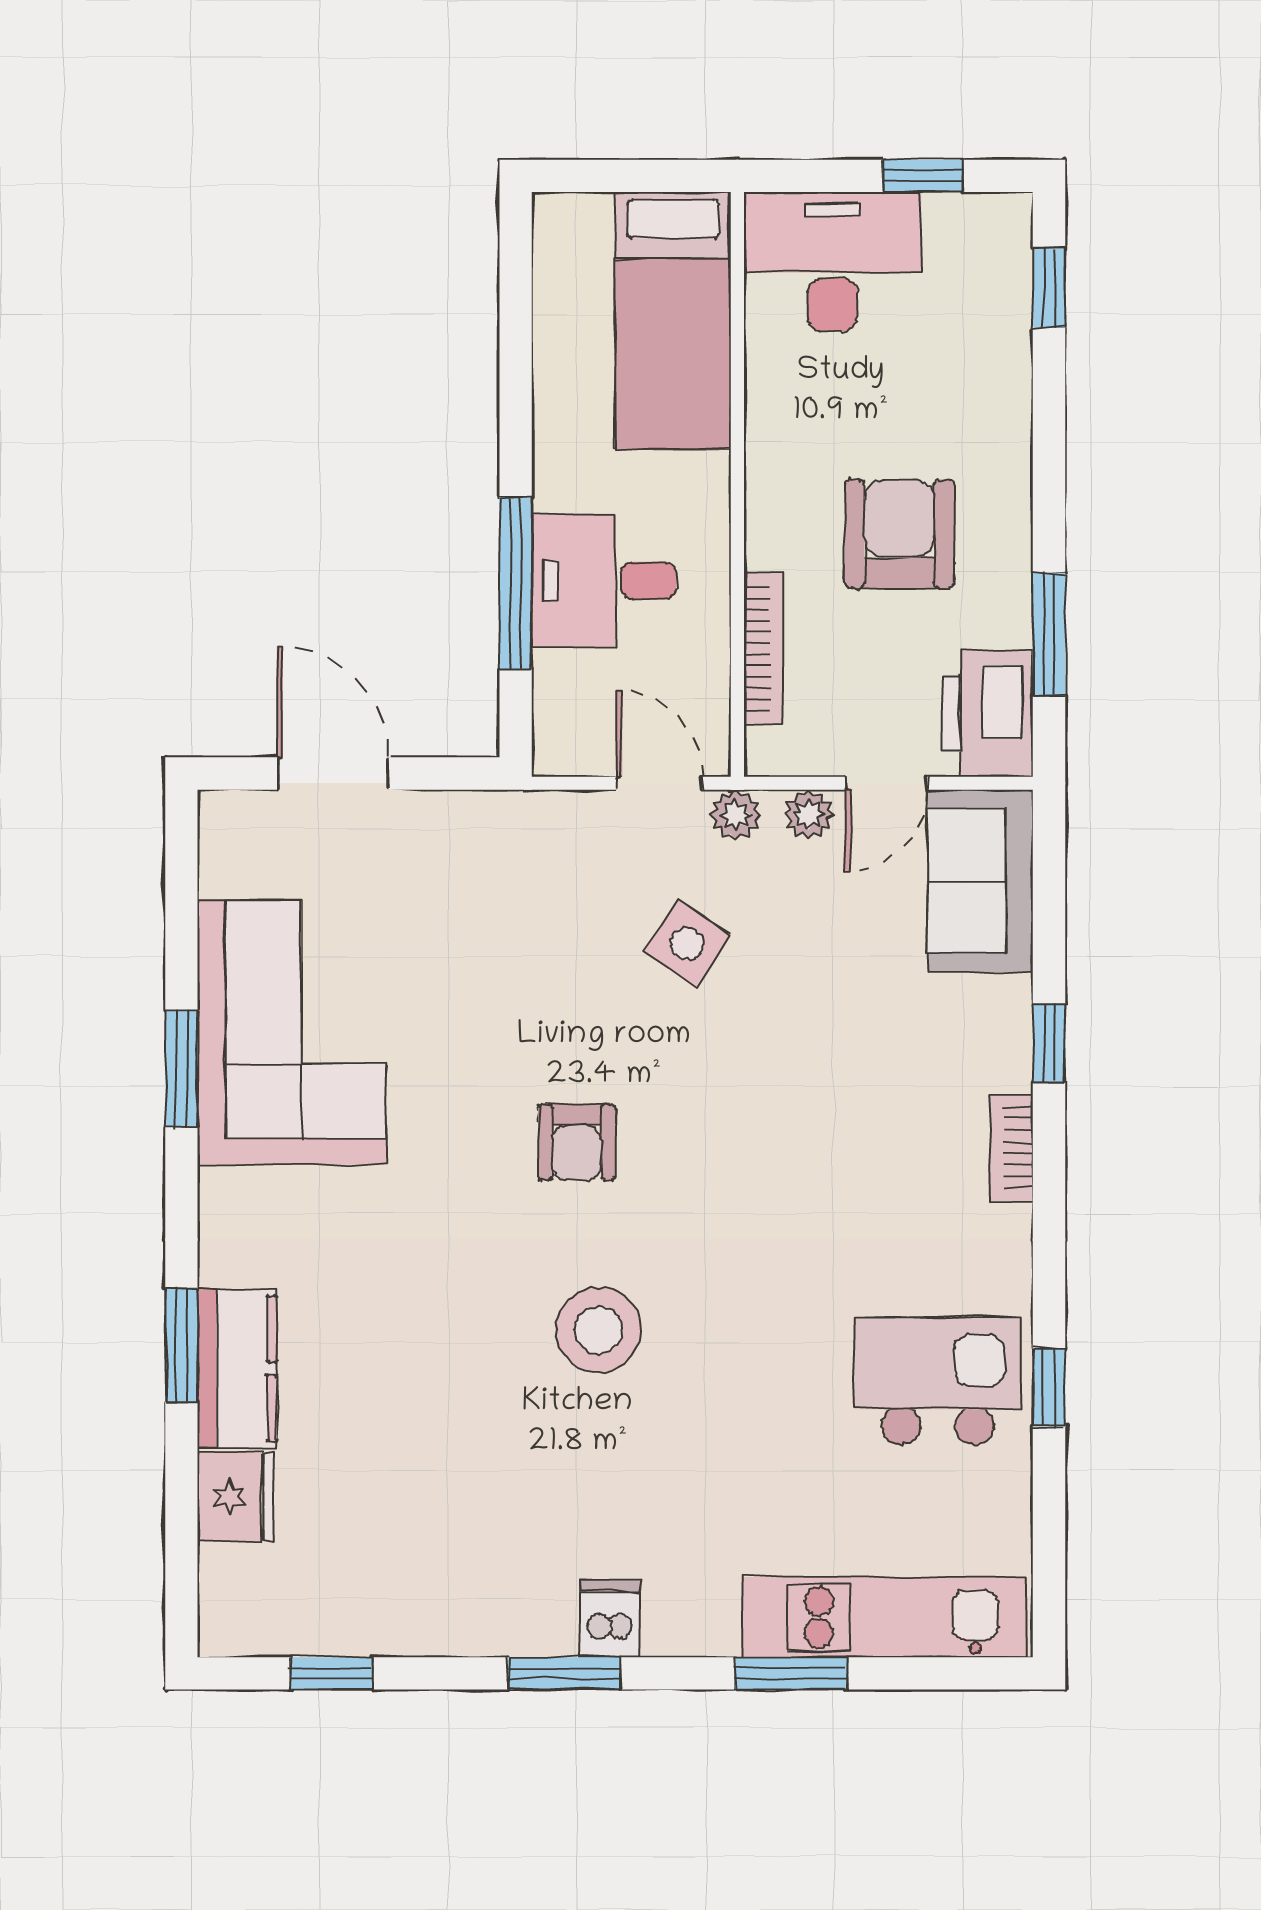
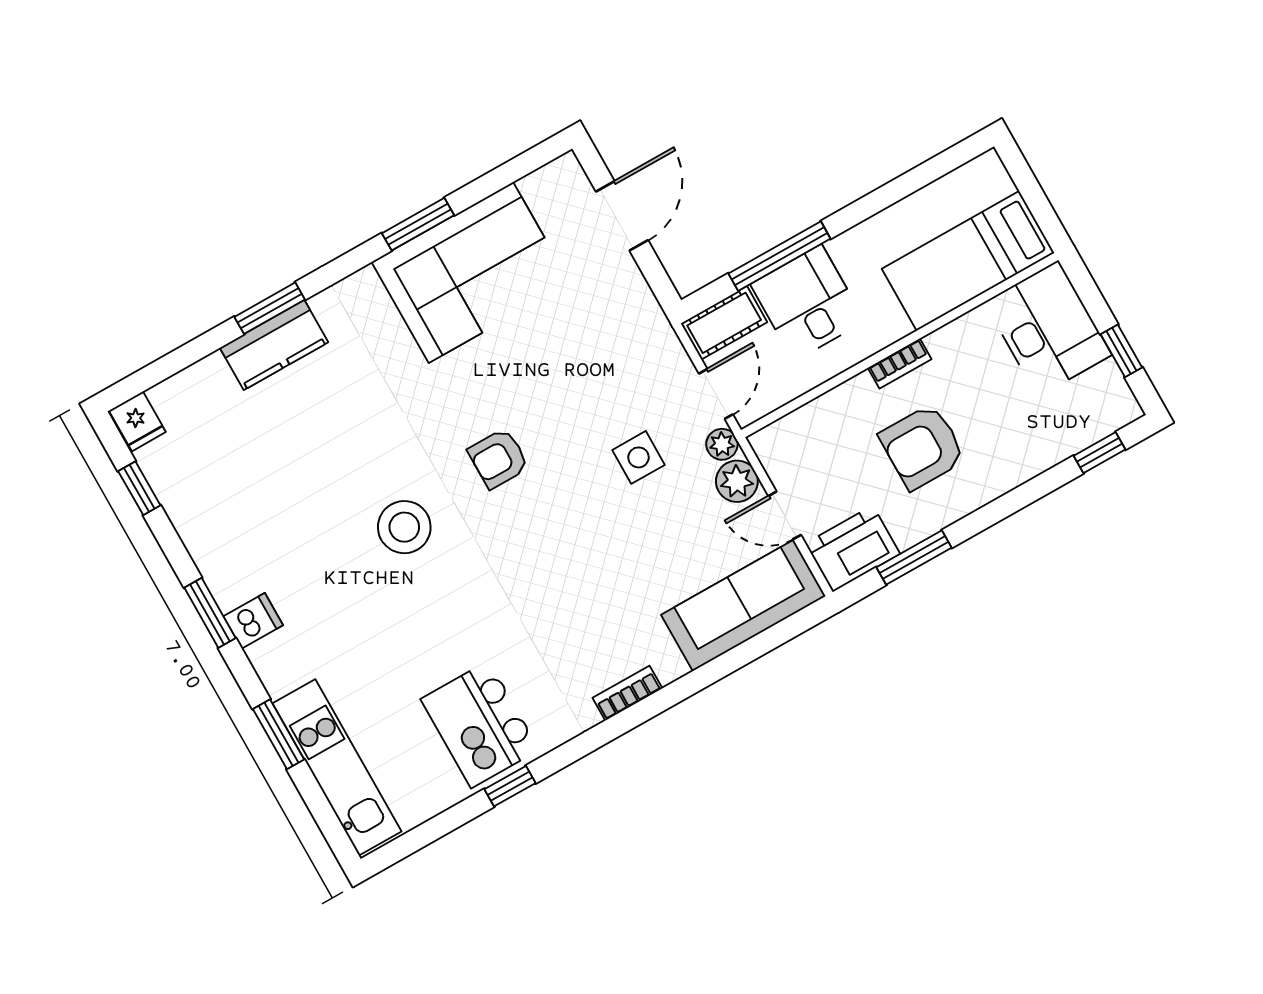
armchair: (899, 534) -> (922, 447), turned 180
bookcase: (763, 649) -> (900, 363), moved, width x0.64
cot: (565, 715) -> (724, 323), added
plant: (809, 814) -> (737, 481), width x1.38, depth x1.38
sofa: (980, 881) -> (743, 605), width x1.36
side table: (687, 943) -> (638, 457), turned -34
window: (1049, 1043) -> (695, 682), removed
kitchen island: (938, 1381) -> (480, 724), turned 180
fridge: (235, 1497) -> (137, 421), moved, width x0.72

